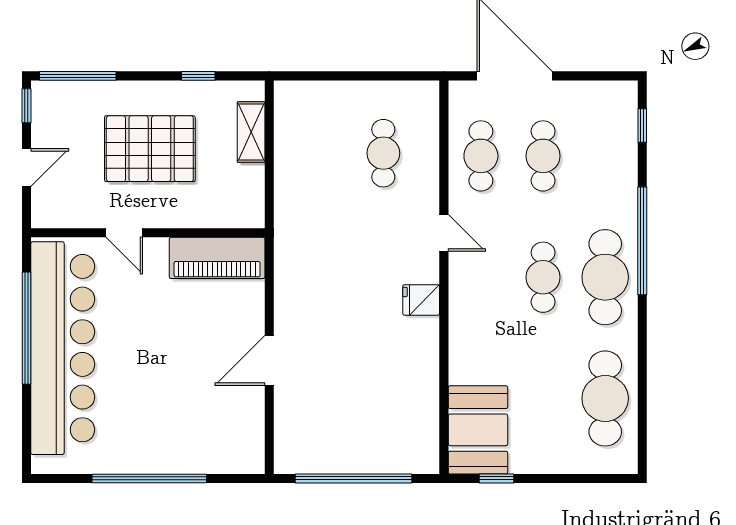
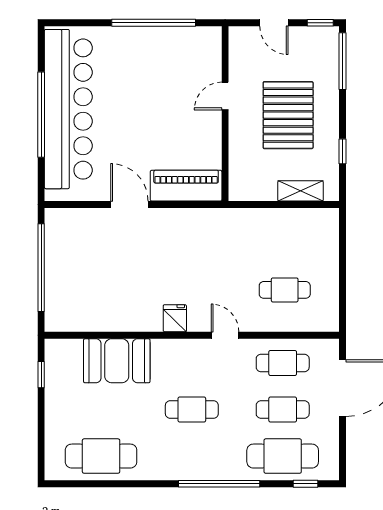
door: (444, 233) -> (225, 335), swing flipped
piano: (217, 258) -> (186, 186), moved, turned 90
cafe table: (605, 277) -> (283, 456), moved
bar counter: (63, 348) -> (68, 109), moved, turned -90
booth: (478, 430) -> (117, 361), moved

